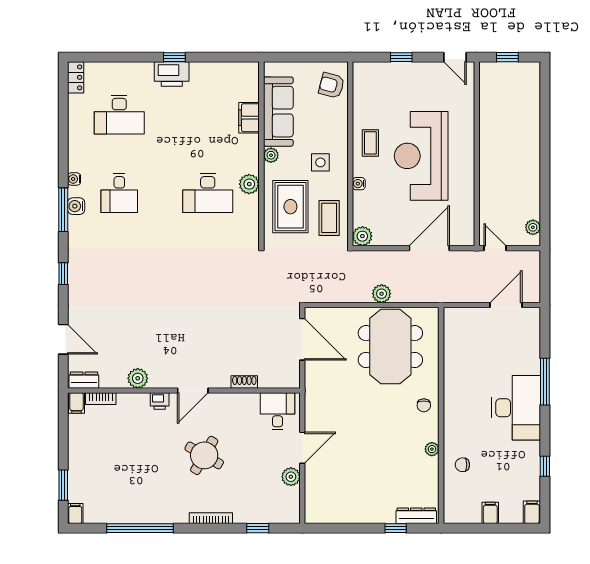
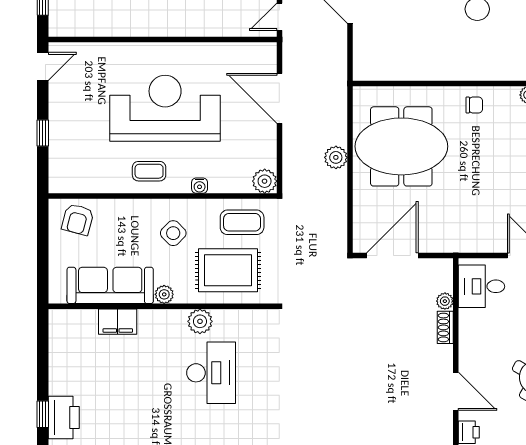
reception desk: (421, 156) -> (165, 108), turned 180
side table: (320, 162) -> (173, 233), turned 45
plant: (266, 382) -> (445, 301), added

